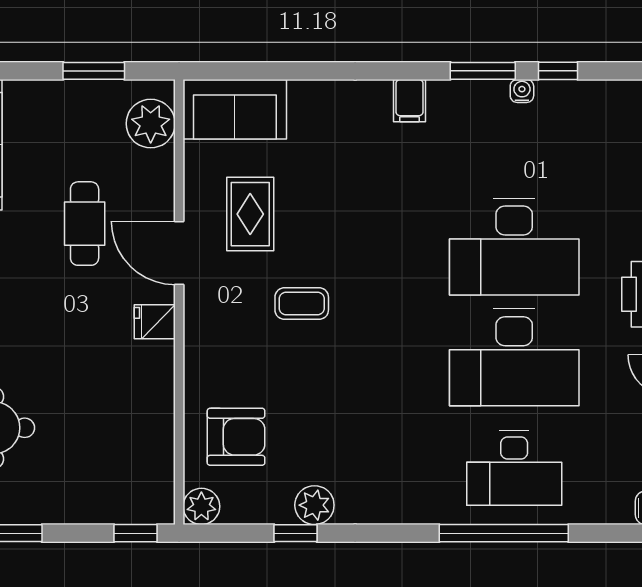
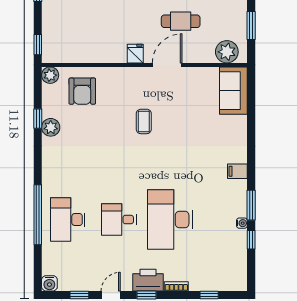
rug: (250, 214) -> (185, 98), removed
desk: (514, 357) -> (119, 220), width x0.53, depth x0.77

